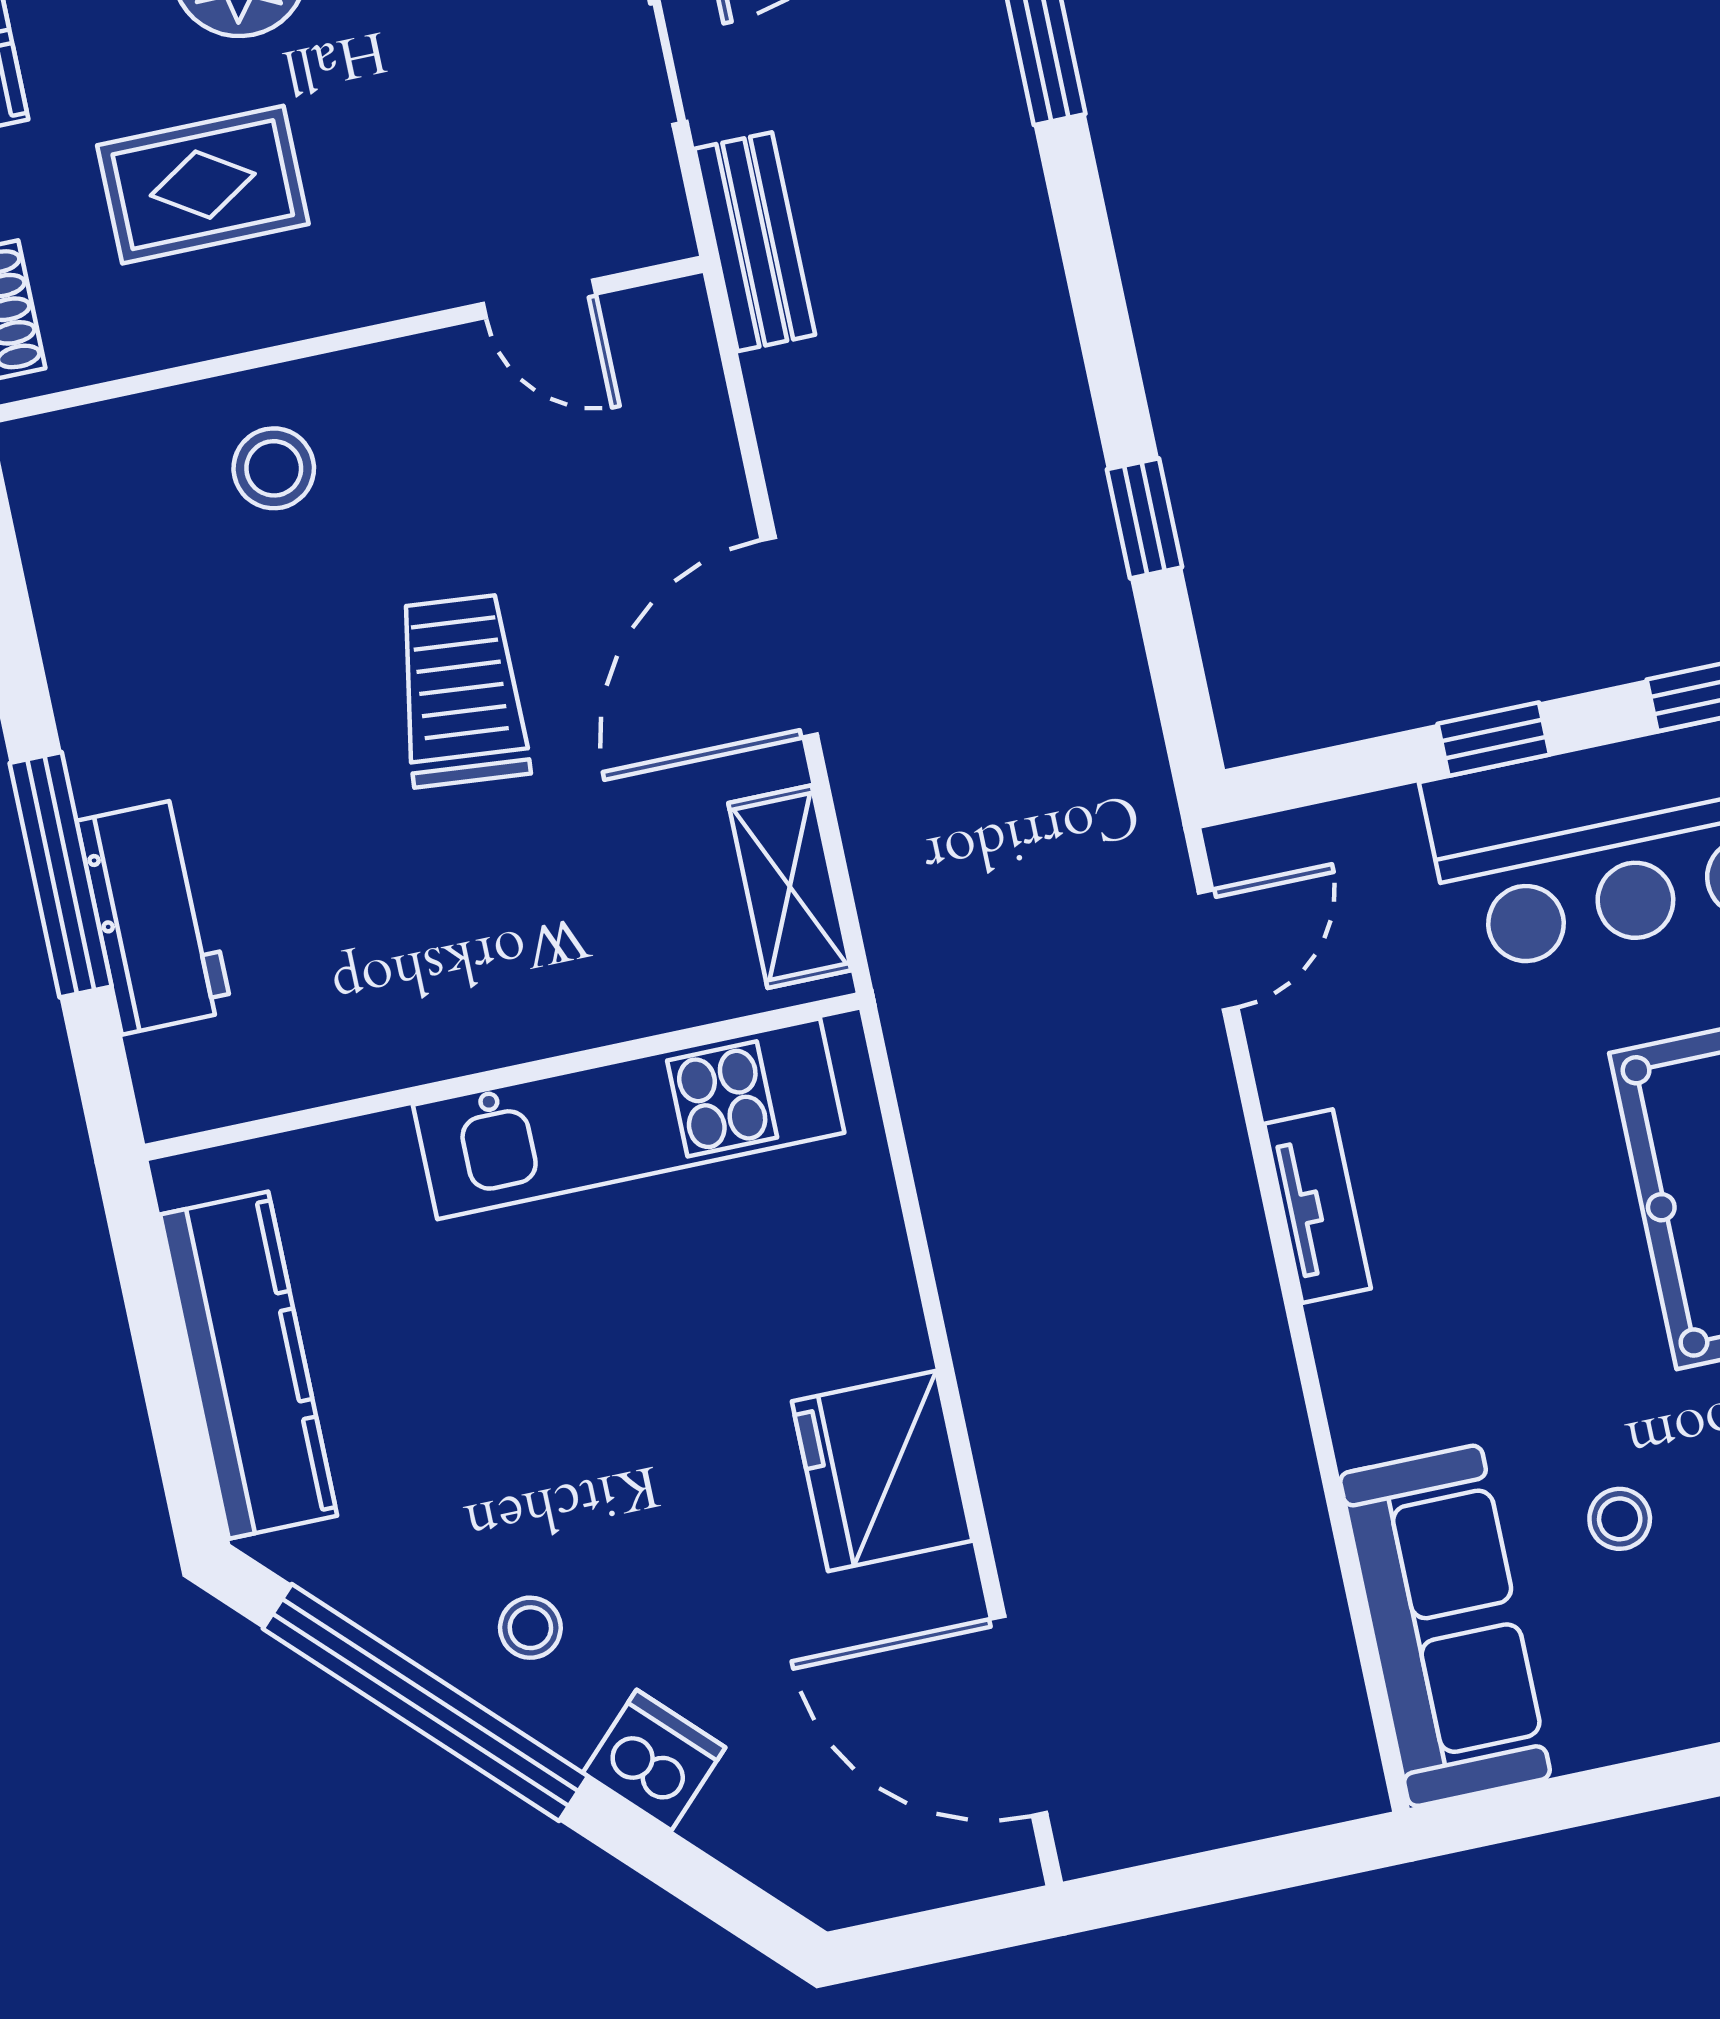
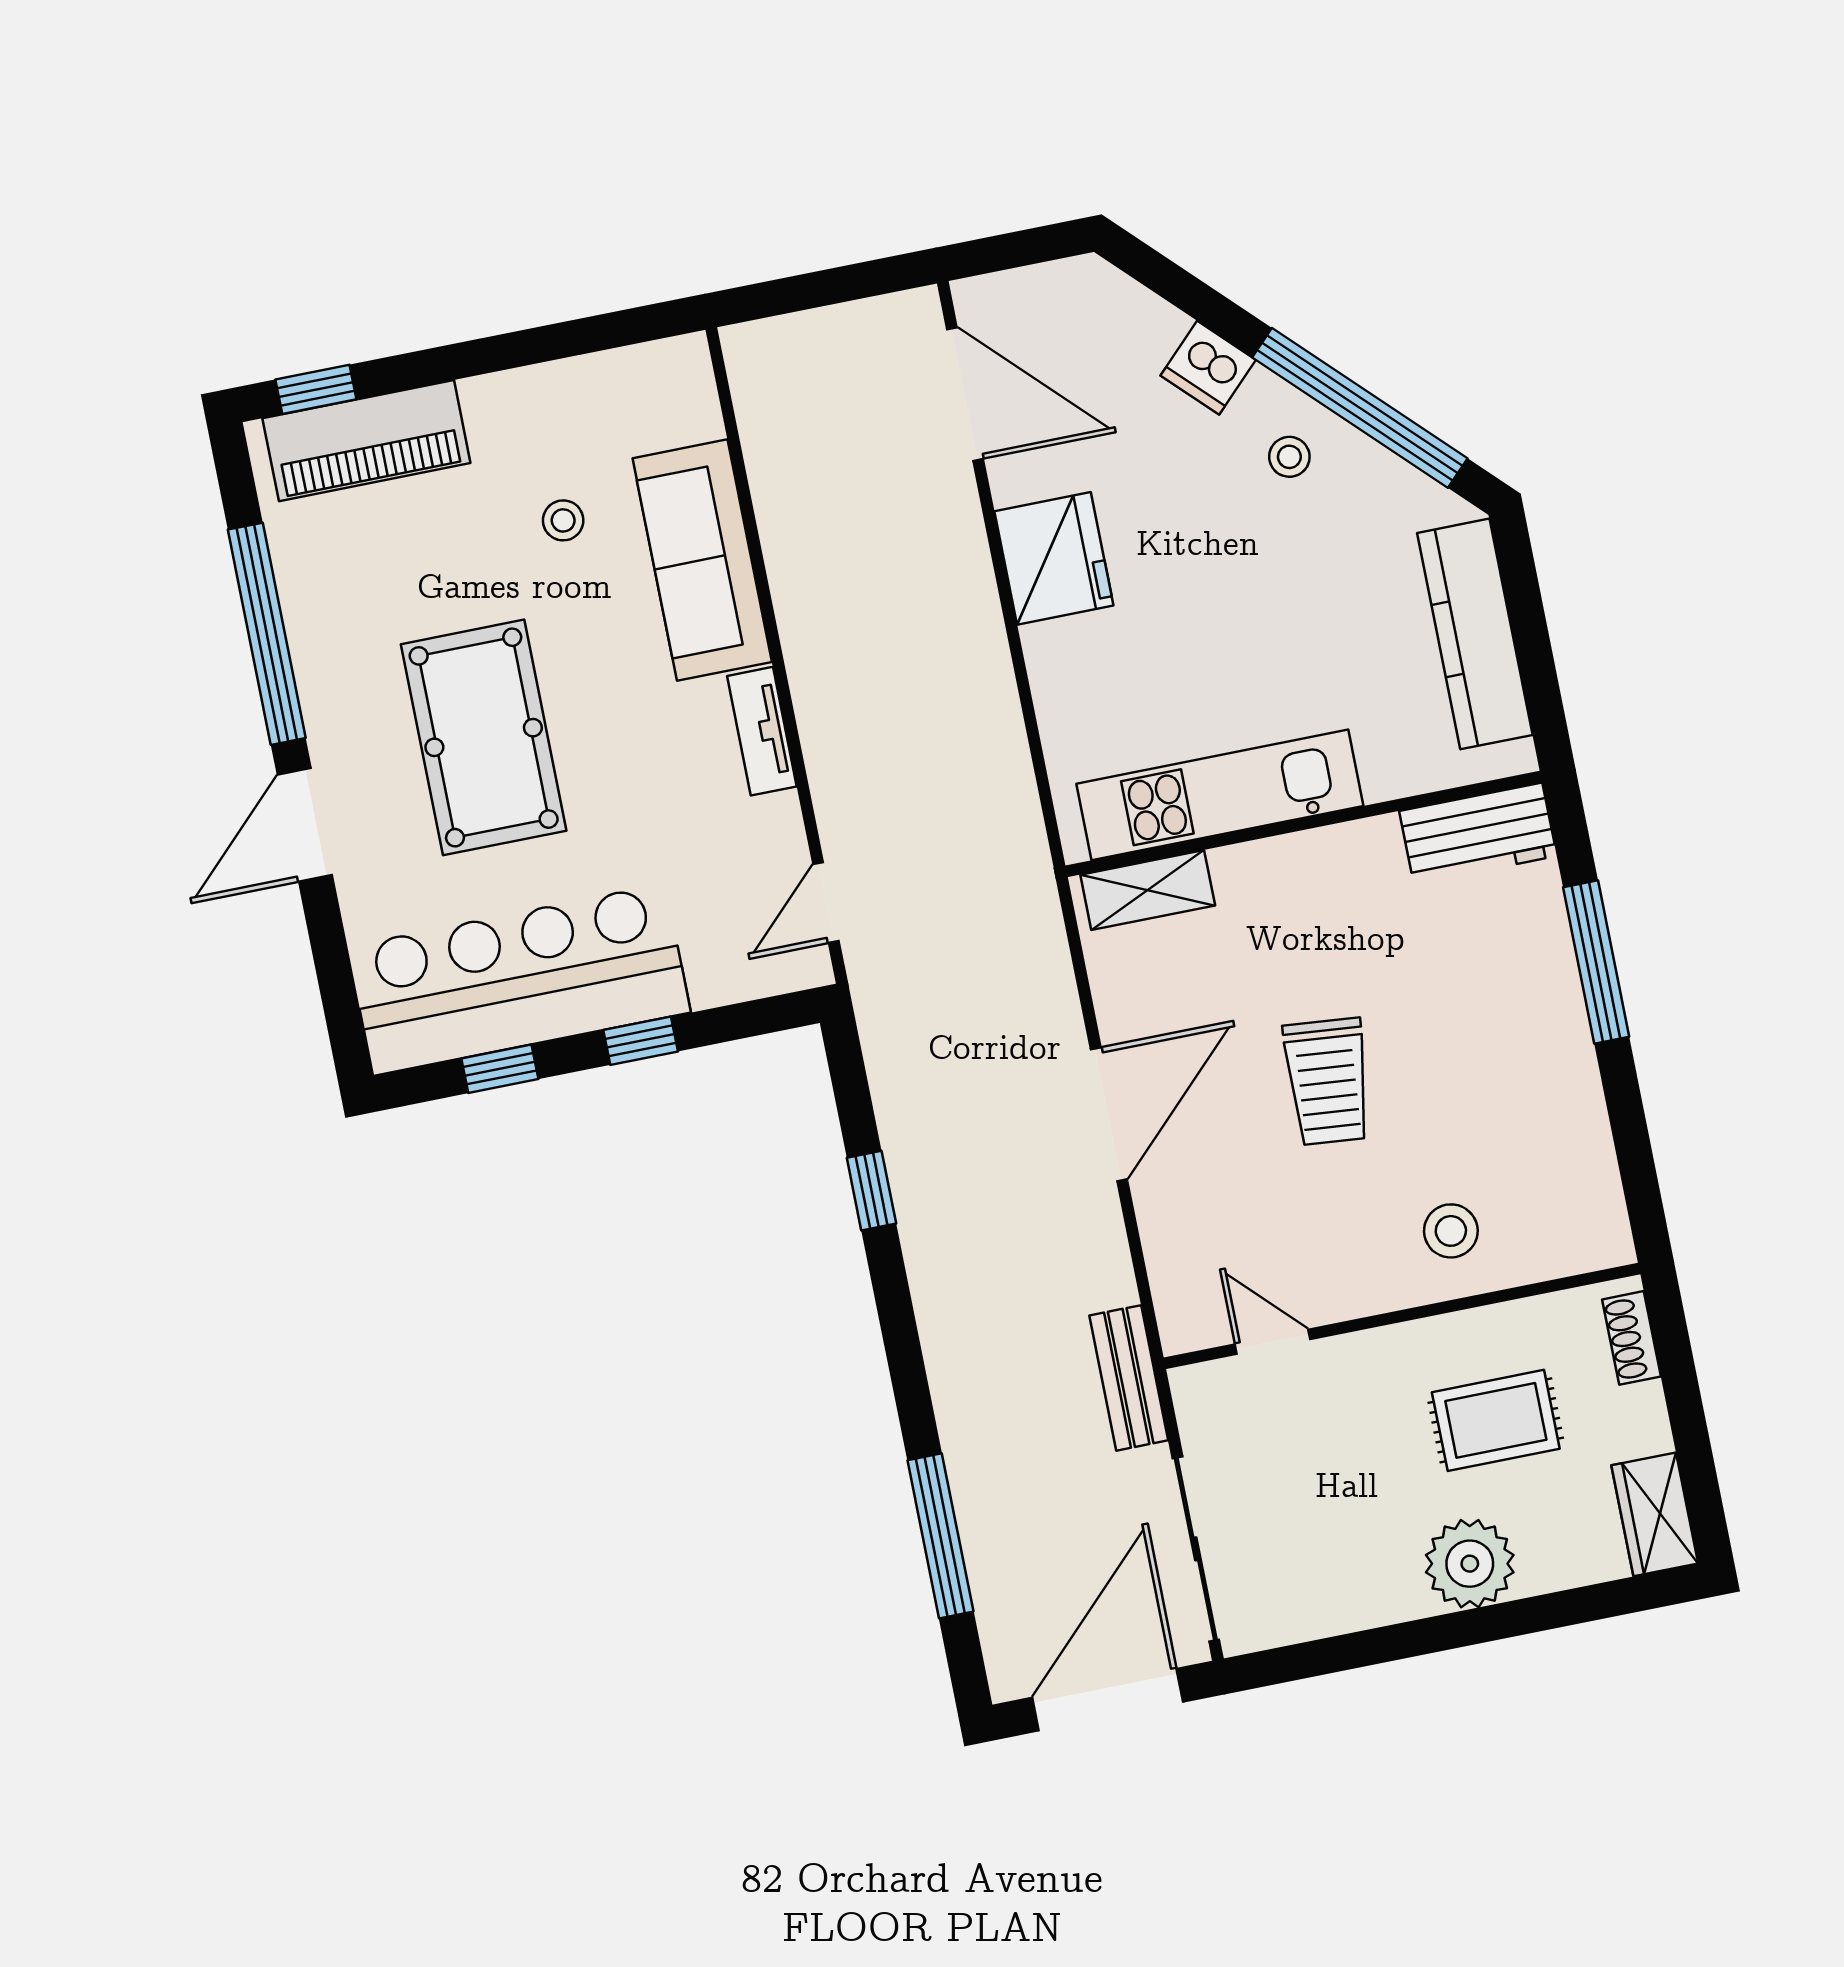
shelving: (790, 887) -> (1148, 890), moved, turned 90
workbench: (154, 916) -> (1478, 834), moved, turned -90
sofa: (1445, 1626) -> (702, 560), moved

